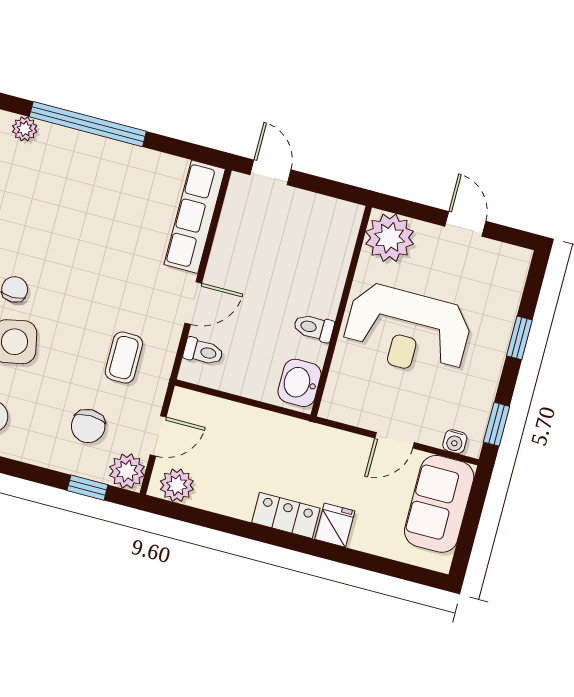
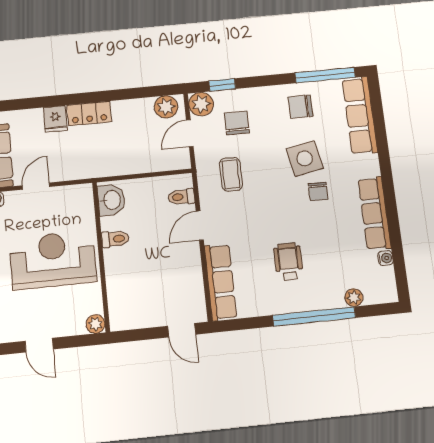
wheelchair: (93, 210) -> (288, 261), added
plant: (390, 238) -> (95, 324), width x0.53, depth x0.53

